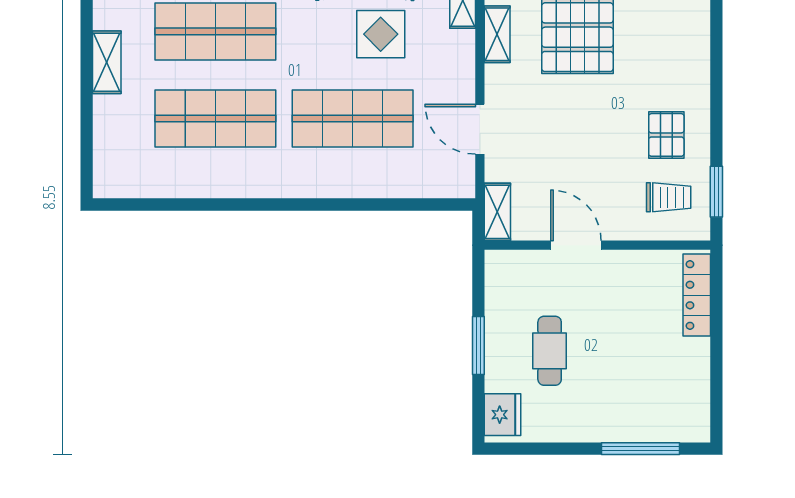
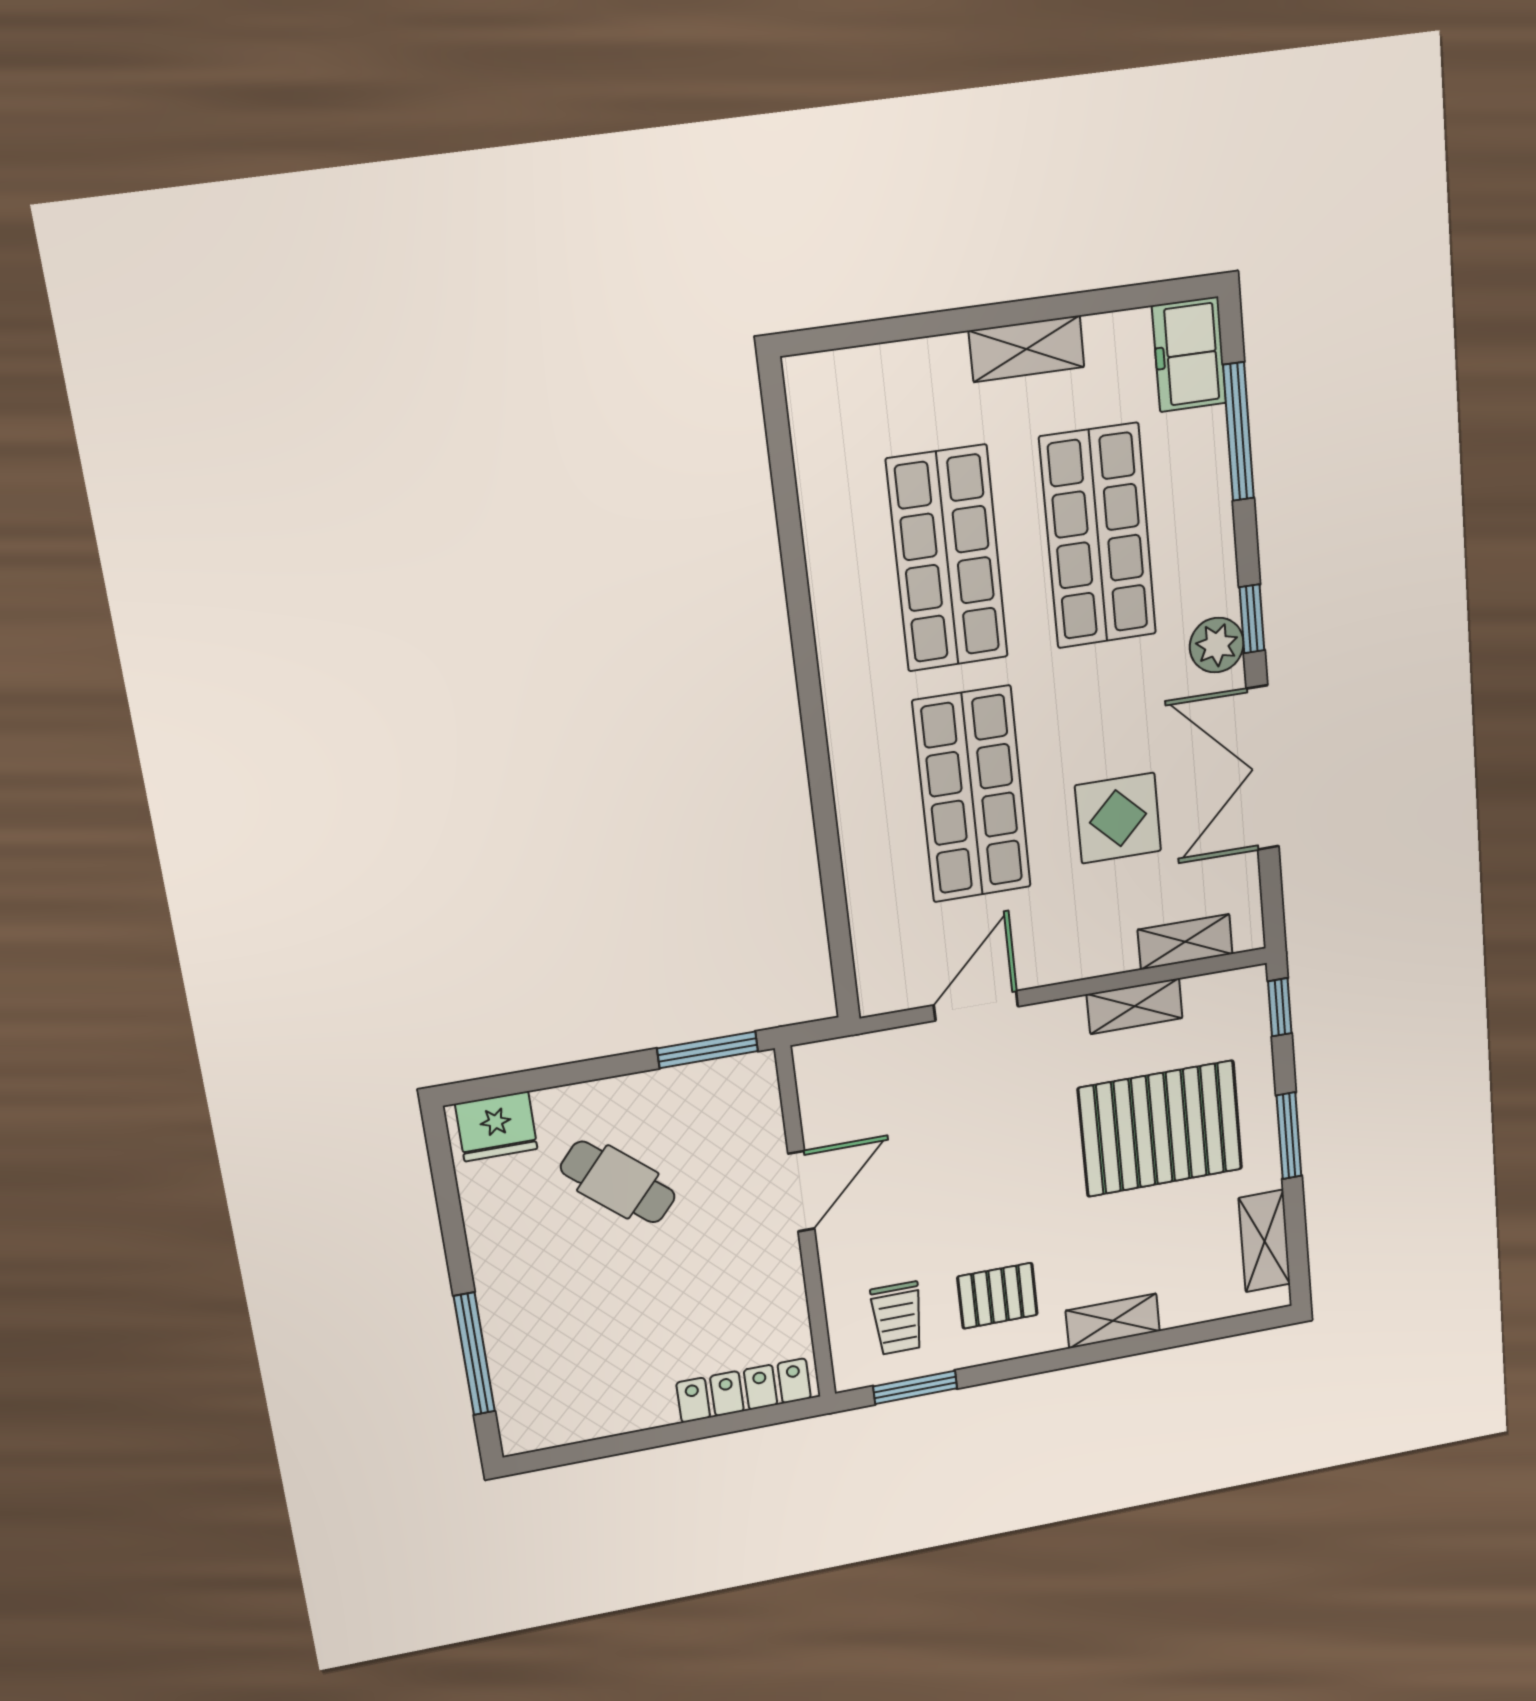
shelving: (497, 212) -> (1113, 1321), moved
window: (478, 346) -> (708, 1050), moved
cafe table: (550, 351) -> (618, 1182), turned 41

